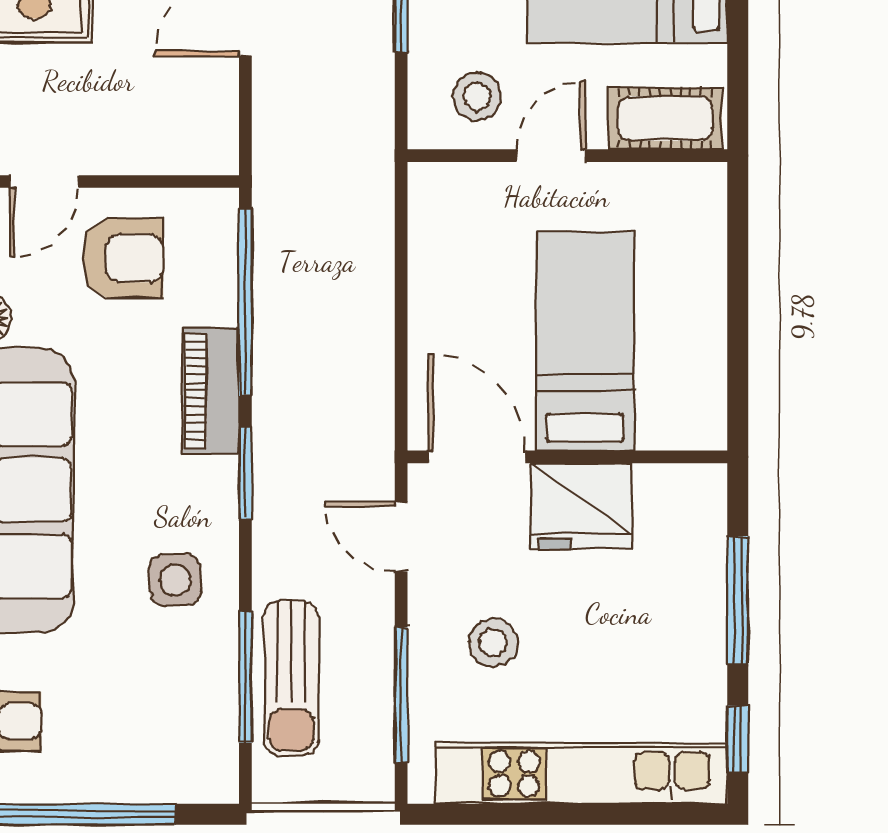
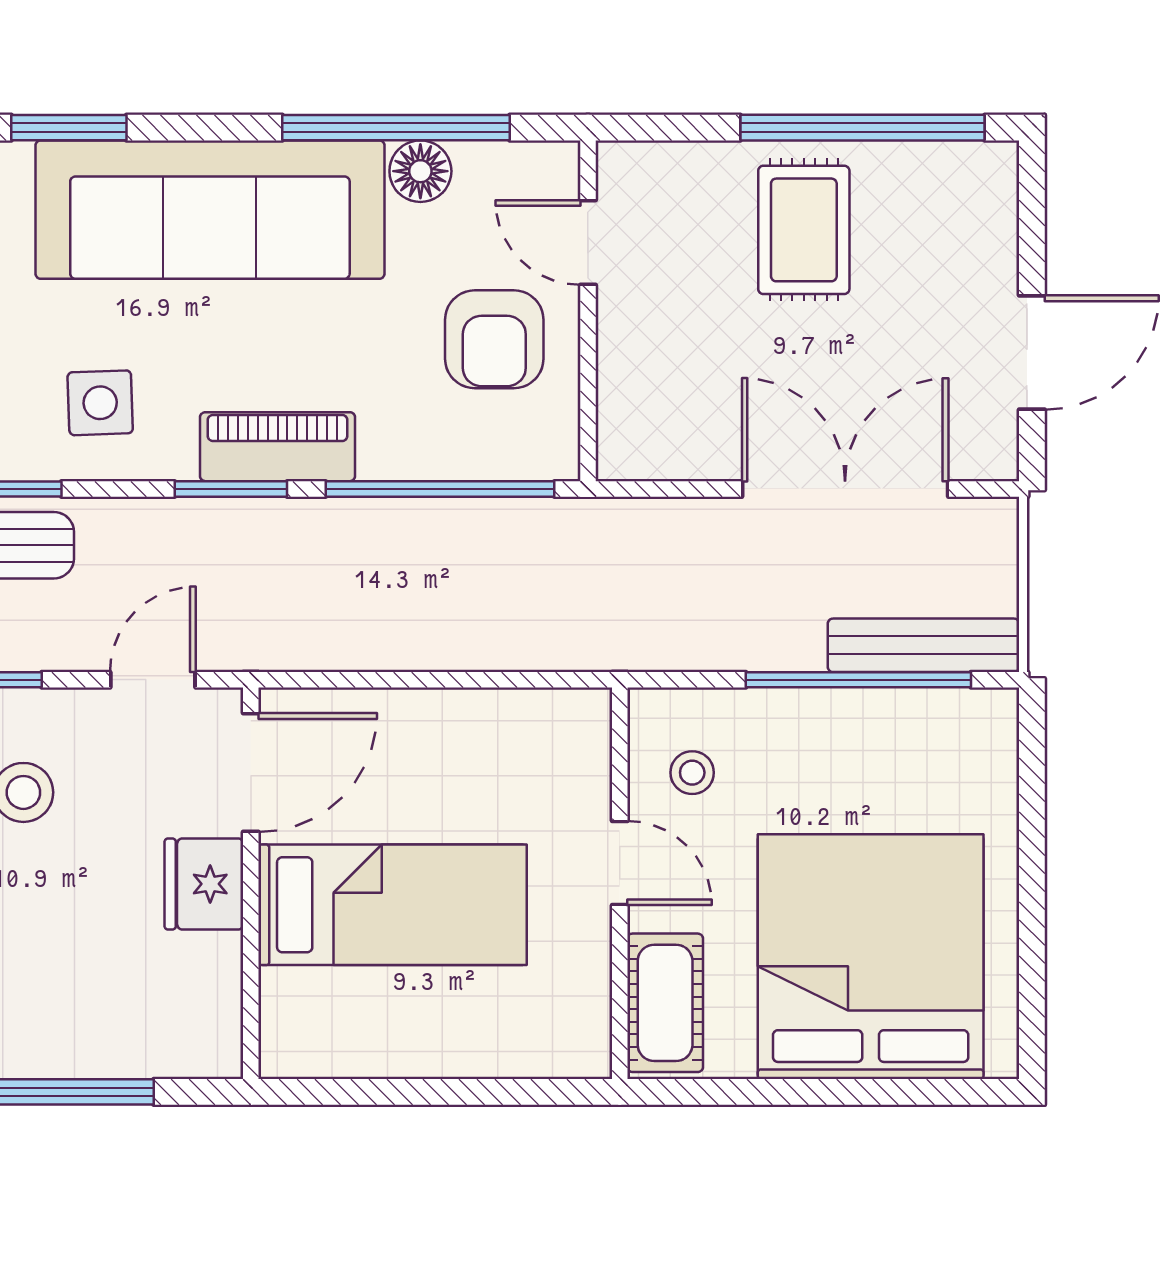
stool: (477, 96) -> (692, 773), width x0.73, depth x0.73
piano: (211, 391) -> (278, 447), moved
fridge: (581, 506) -> (204, 884), width x0.73, depth x0.75

